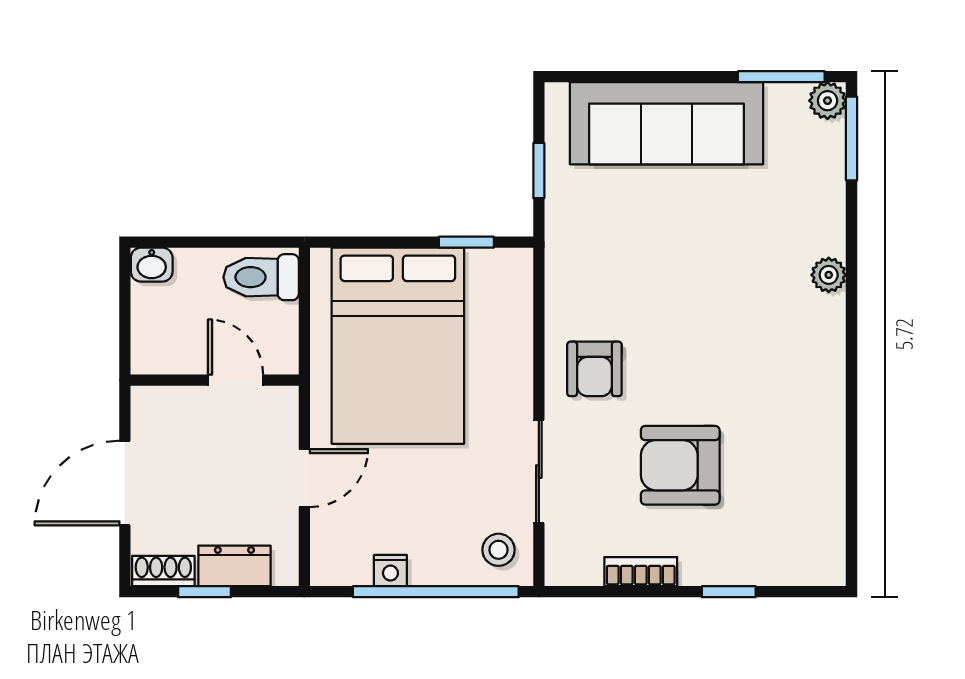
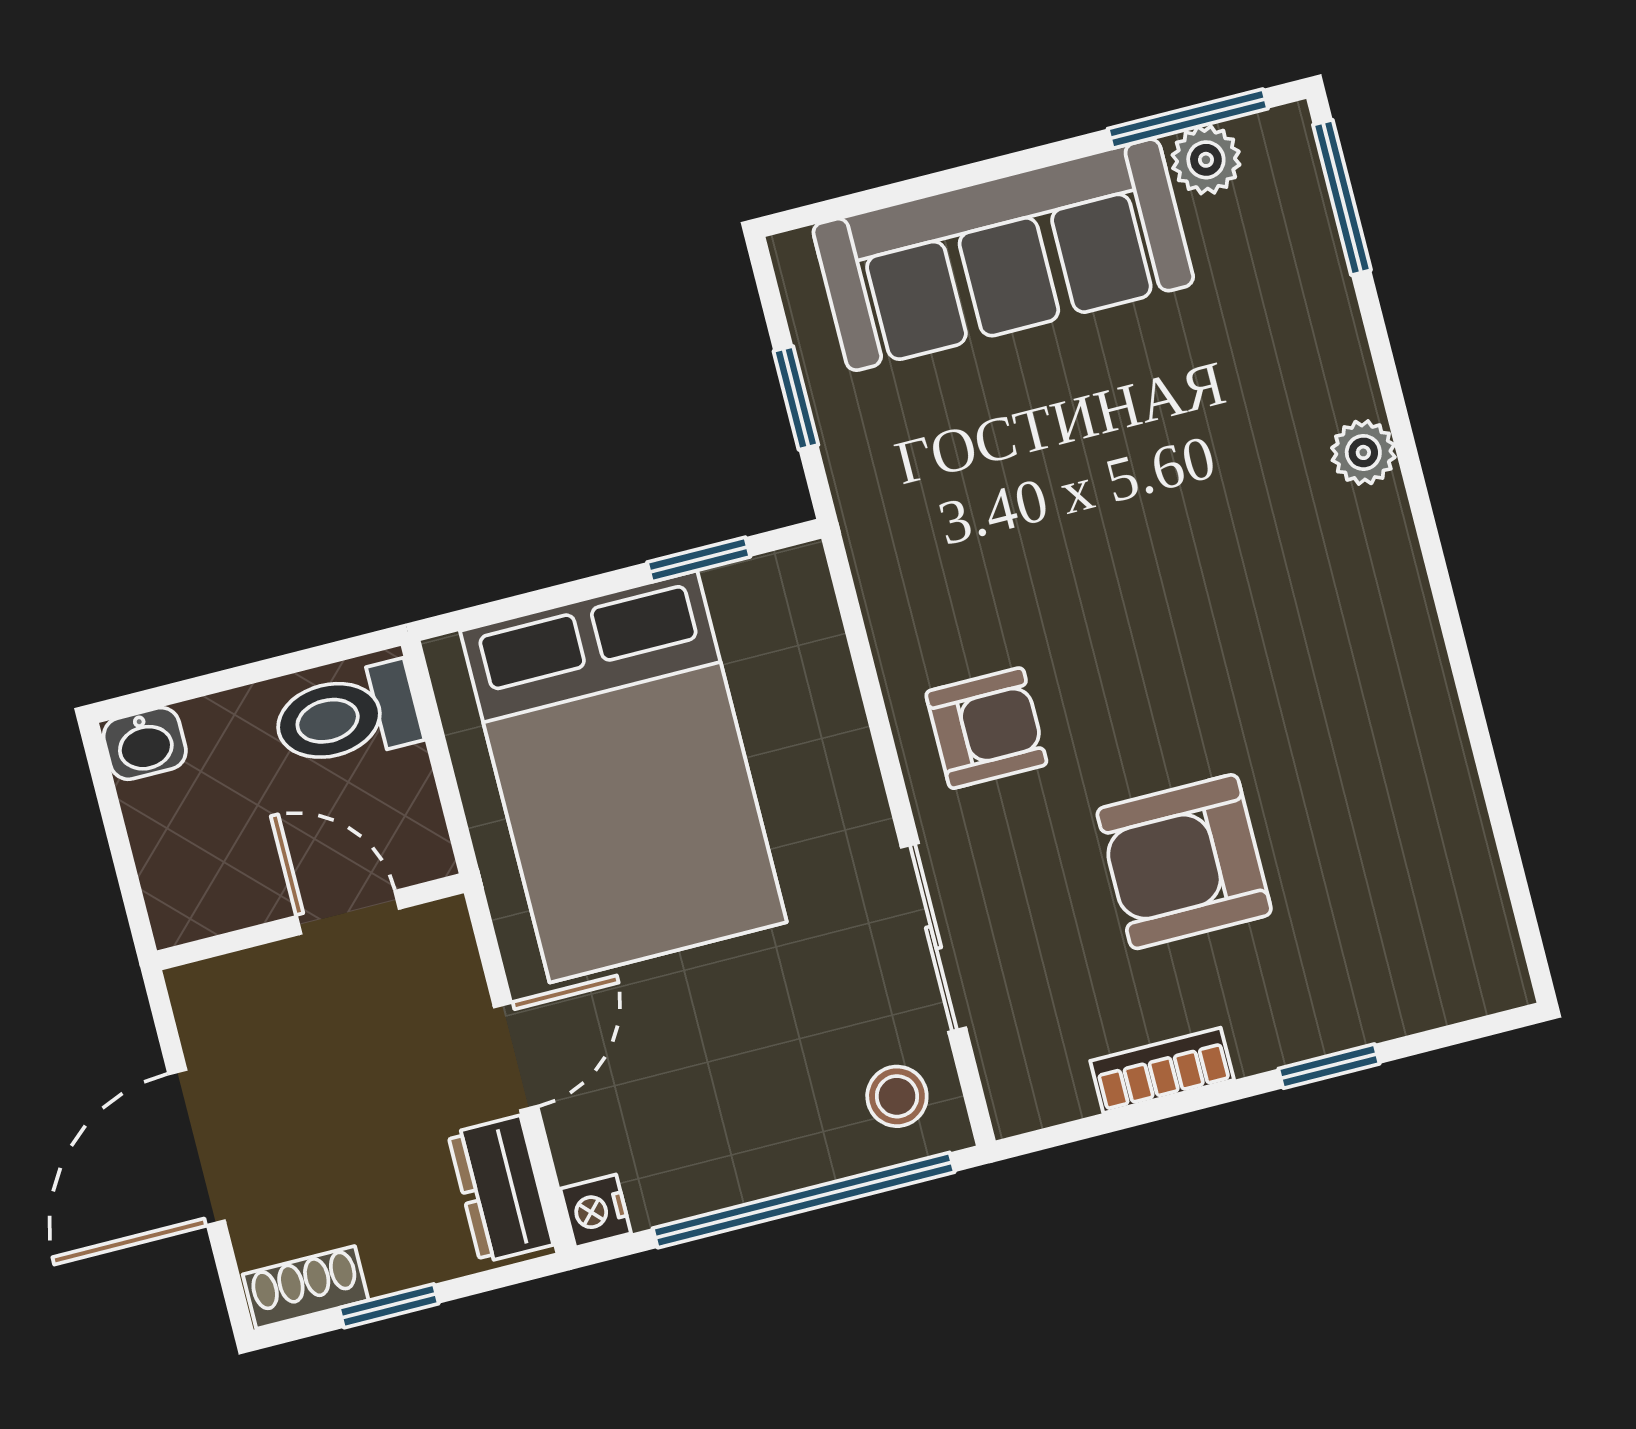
plant: (828, 101) -> (1206, 160), moved
armchair: (594, 369) -> (986, 728), turned -90
dresser: (234, 566) -> (500, 1189), moved, turned -90
nightstand: (390, 571) -> (596, 1211), moved, turned 90

